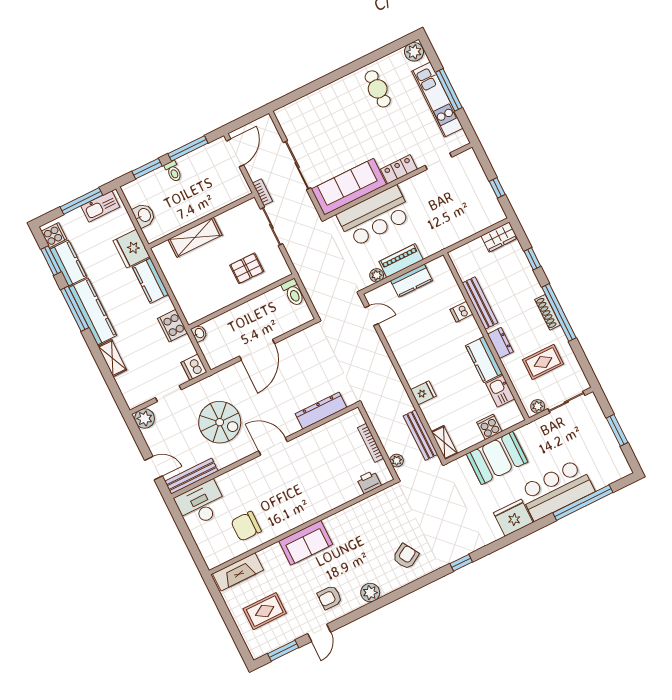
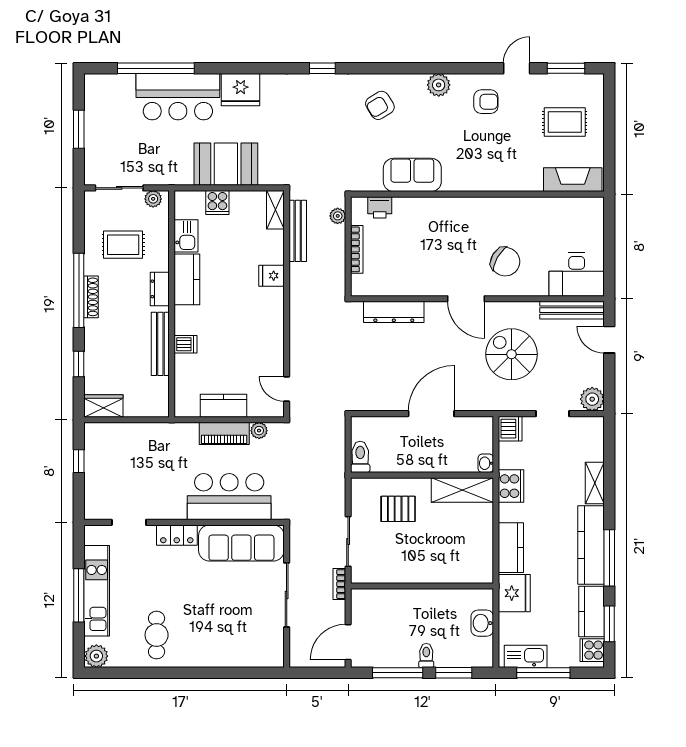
shelving: (195, 237) -> (462, 490), moved
chair: (246, 526) -> (505, 262), moved, turned 30
sofa: (306, 543) -> (412, 175), moved

